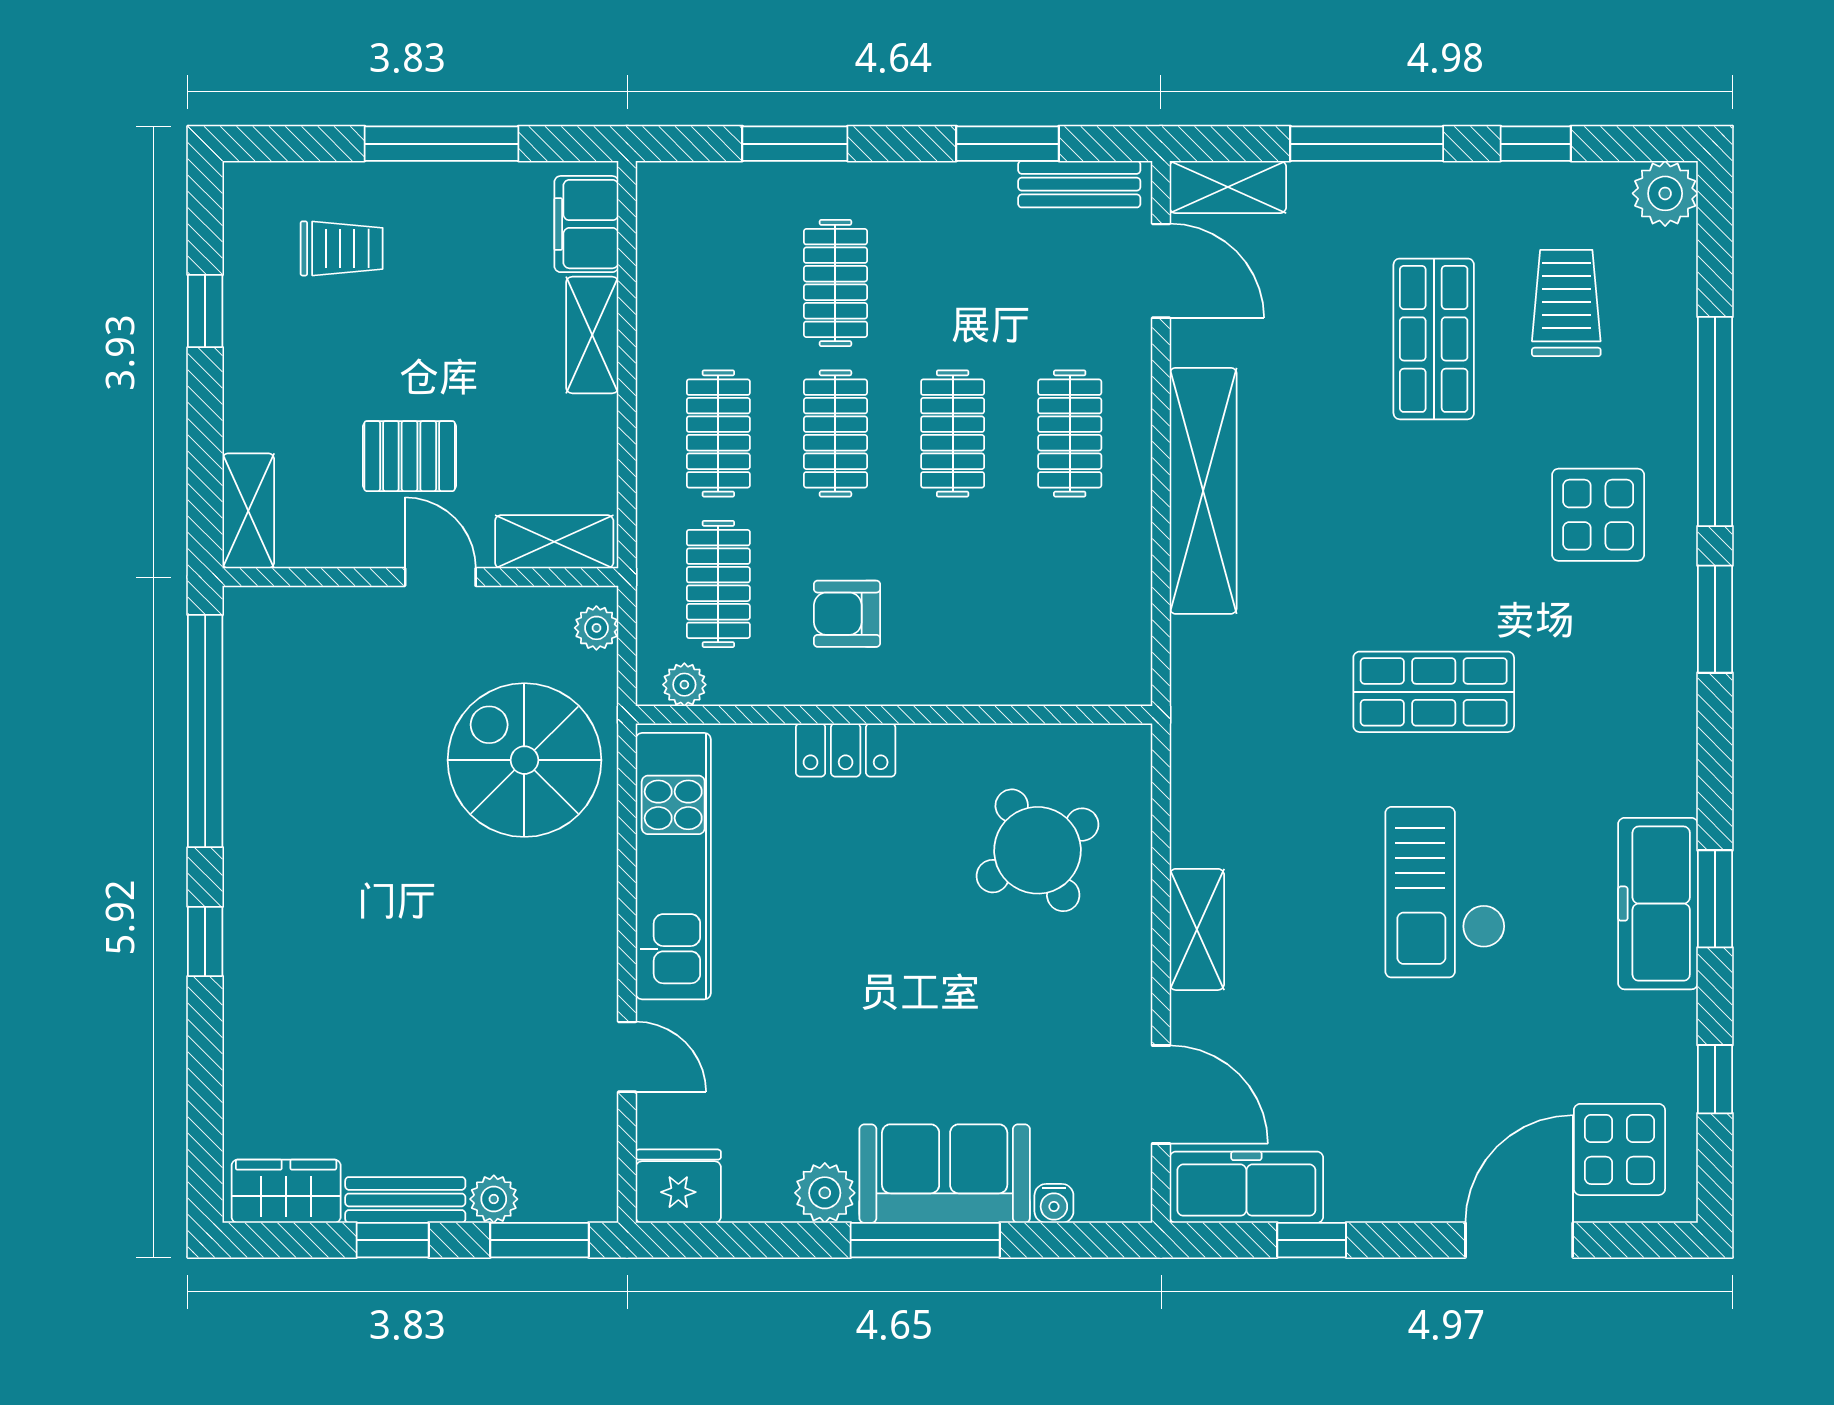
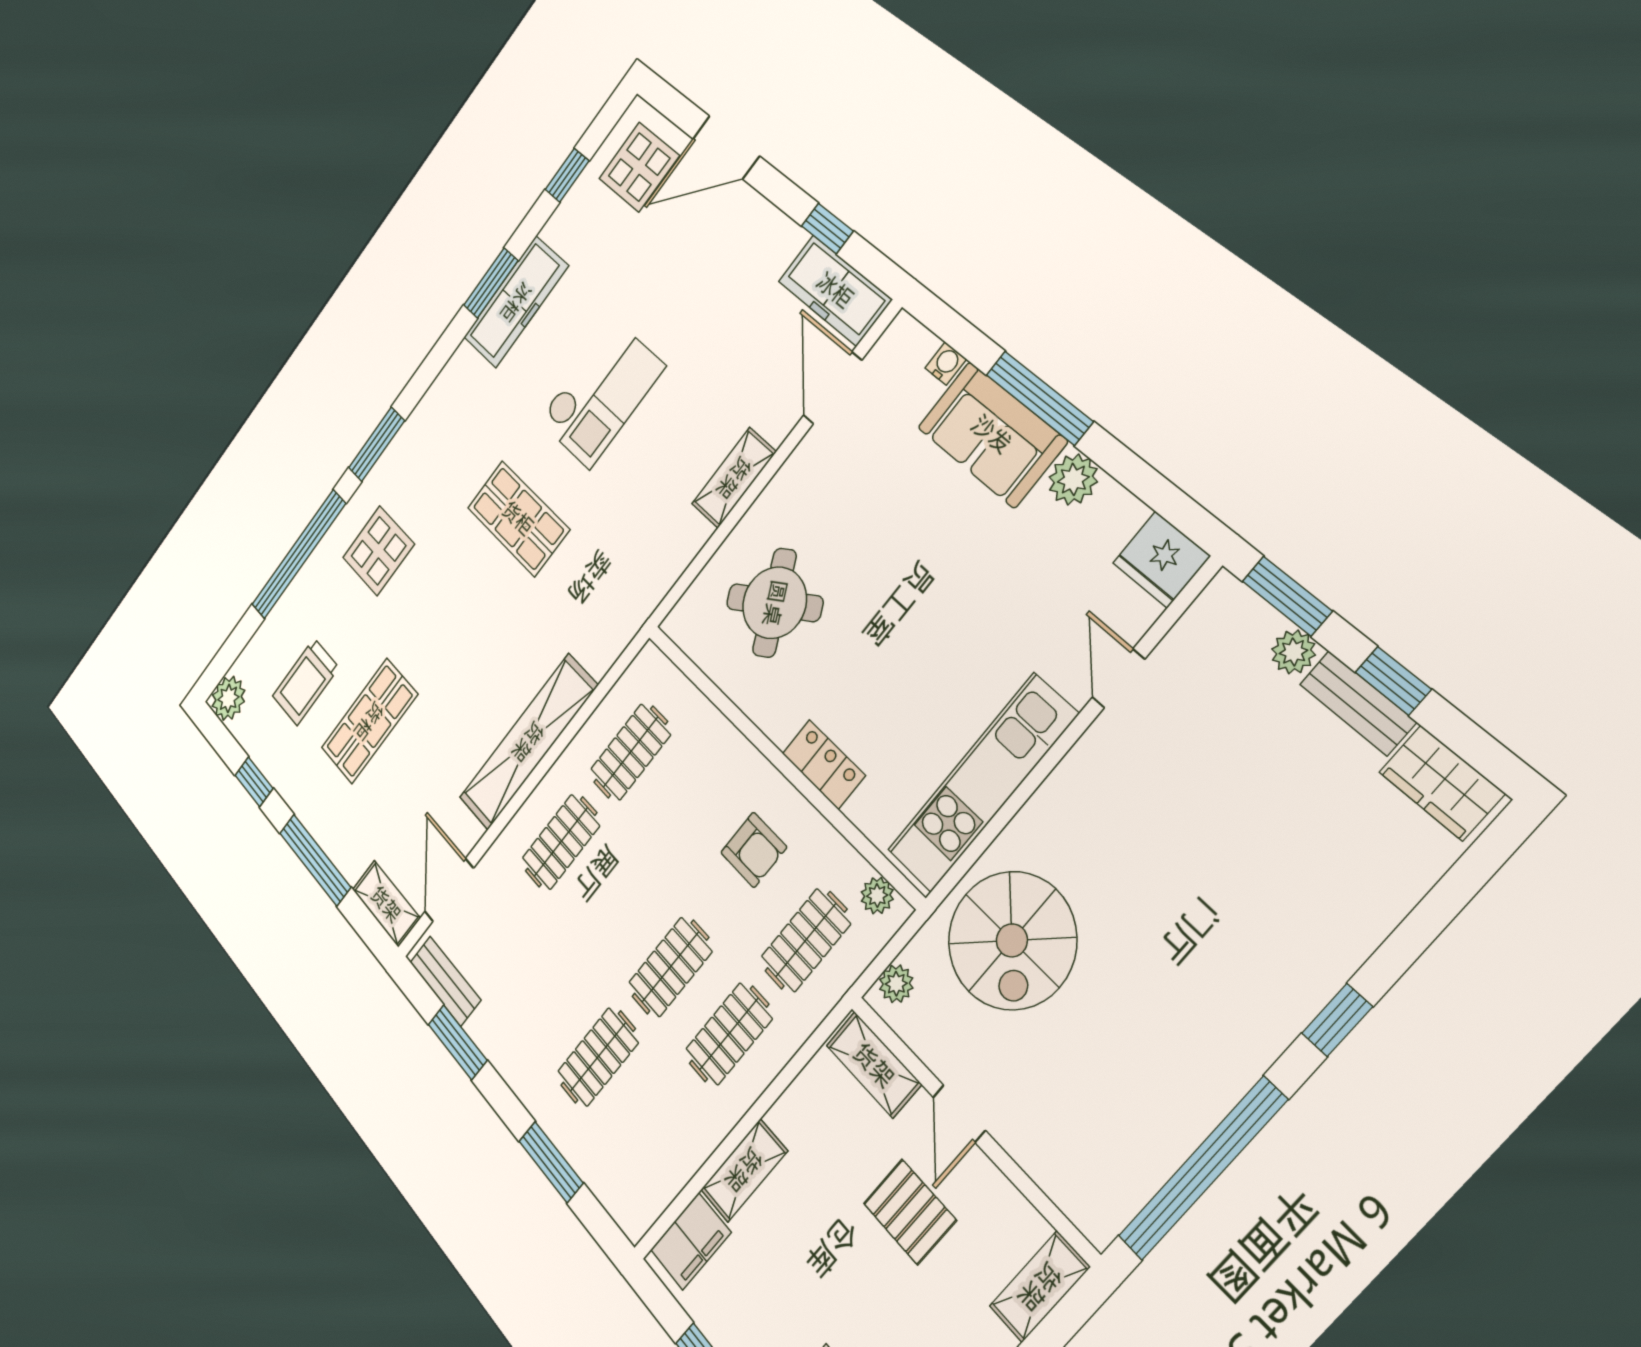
clothes rail: (953, 433) -> (631, 752), moved

